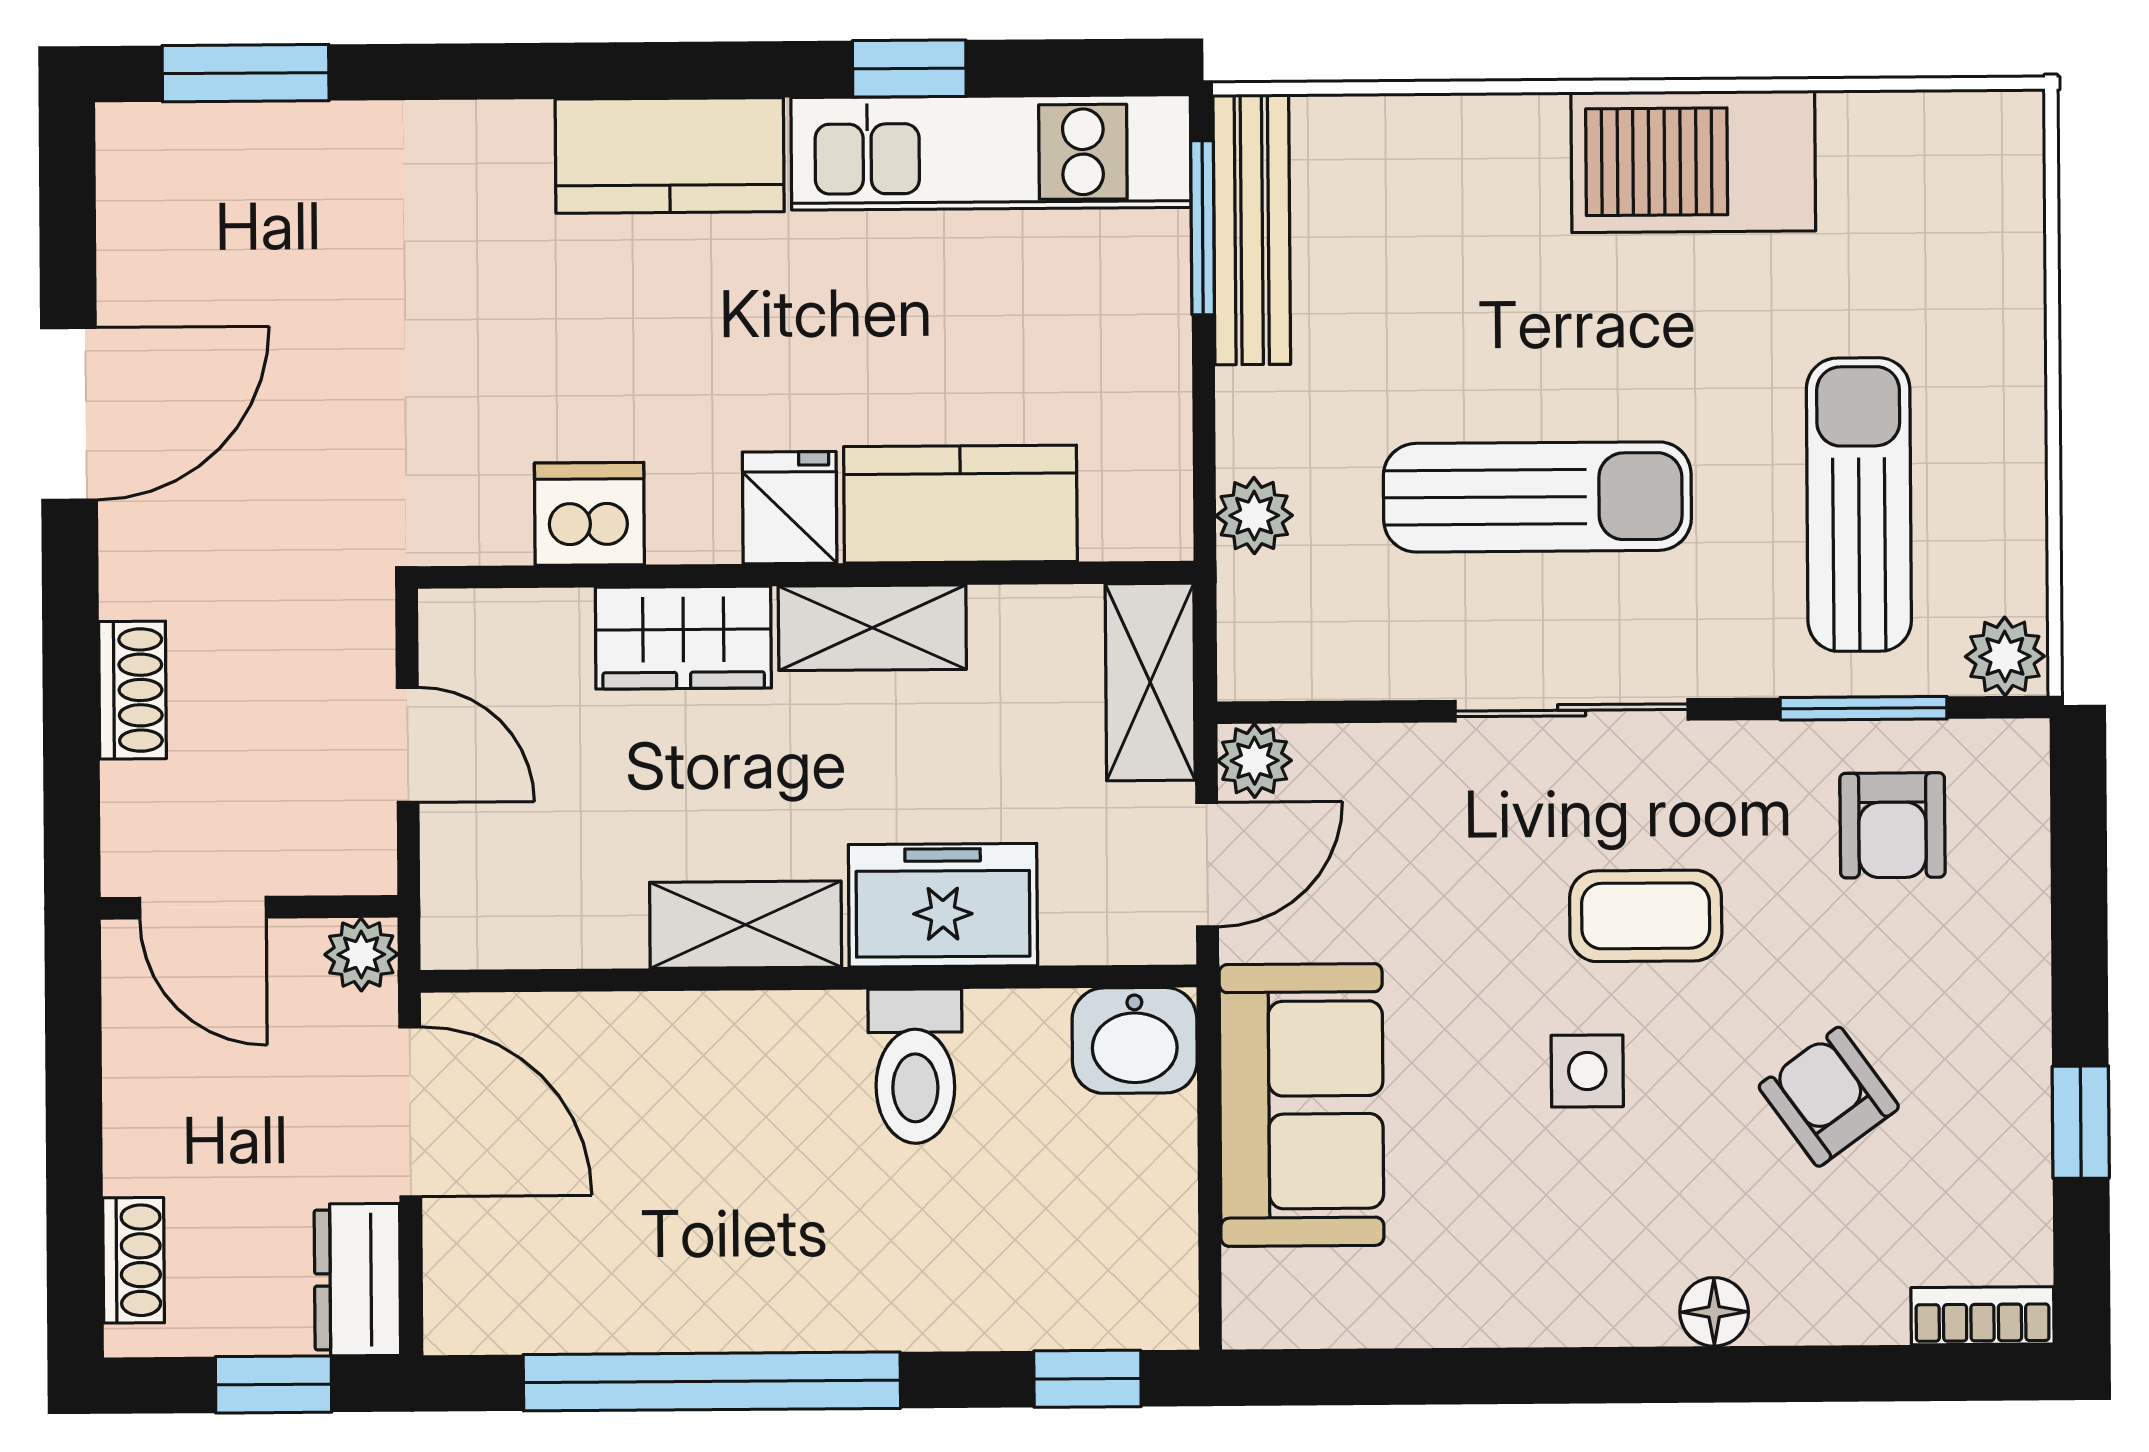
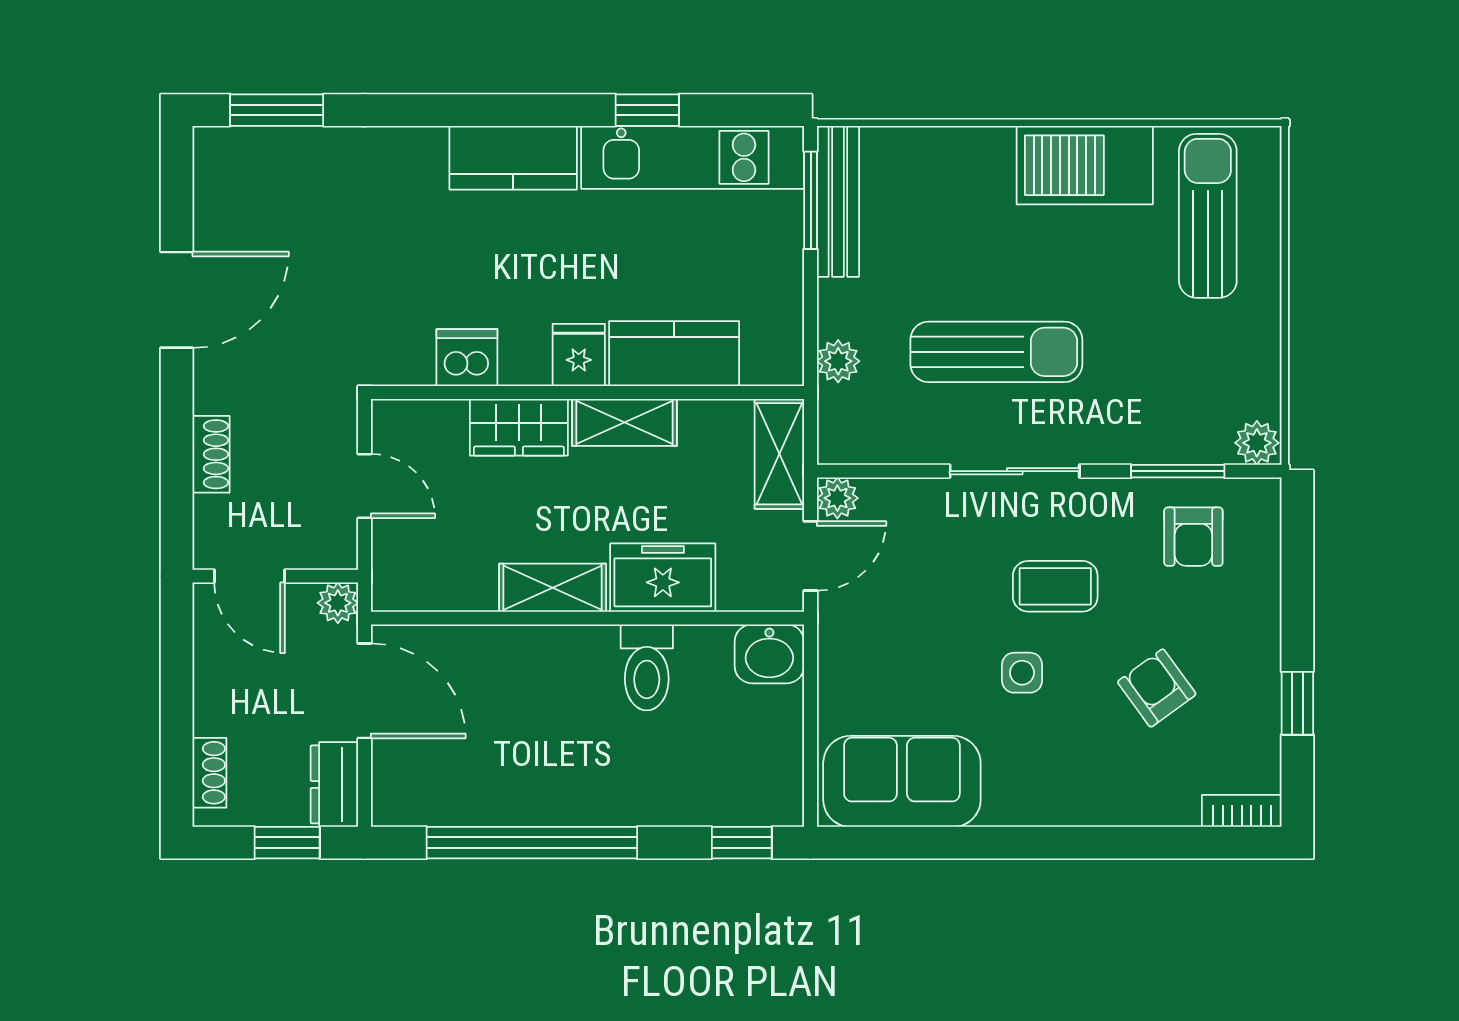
sun lounger: (1859, 505) -> (1208, 216), moved
sofa: (1301, 1105) -> (902, 781), moved, turned -90
floor lamp: (1714, 1312) -> (1092, 808), removed

